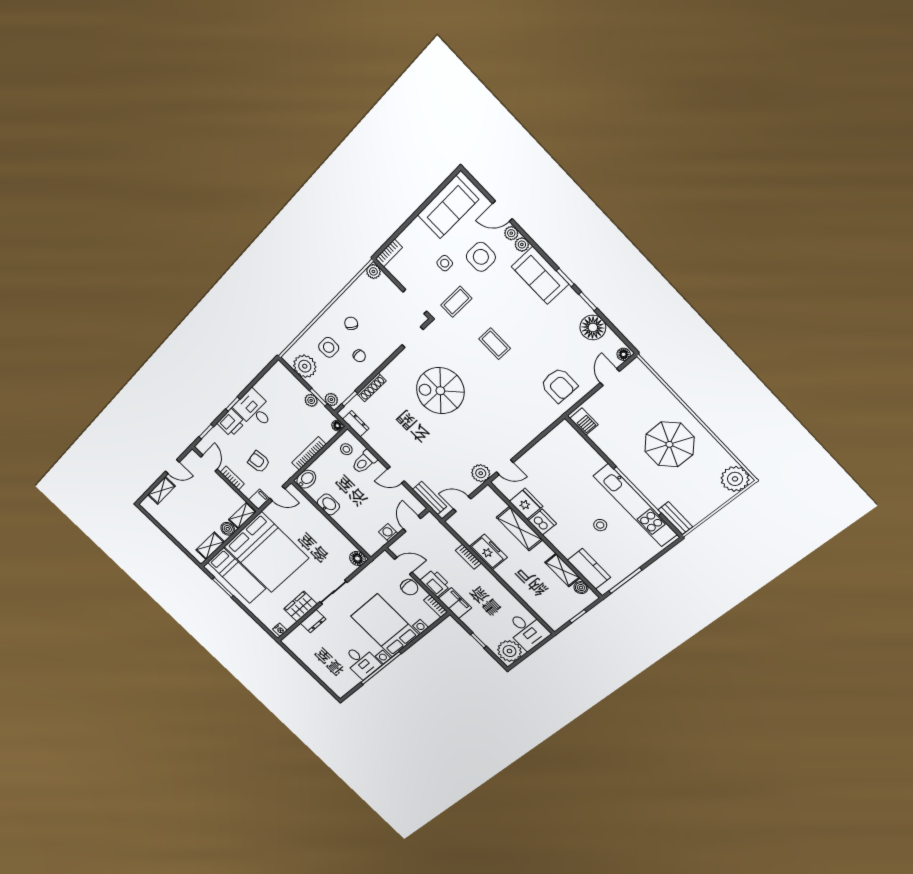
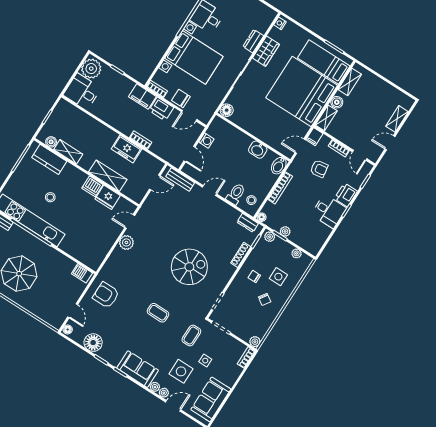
plant: (305, 366) -> (297, 253), width x0.53, depth x0.53
plant: (481, 473) -> (126, 242), moved

